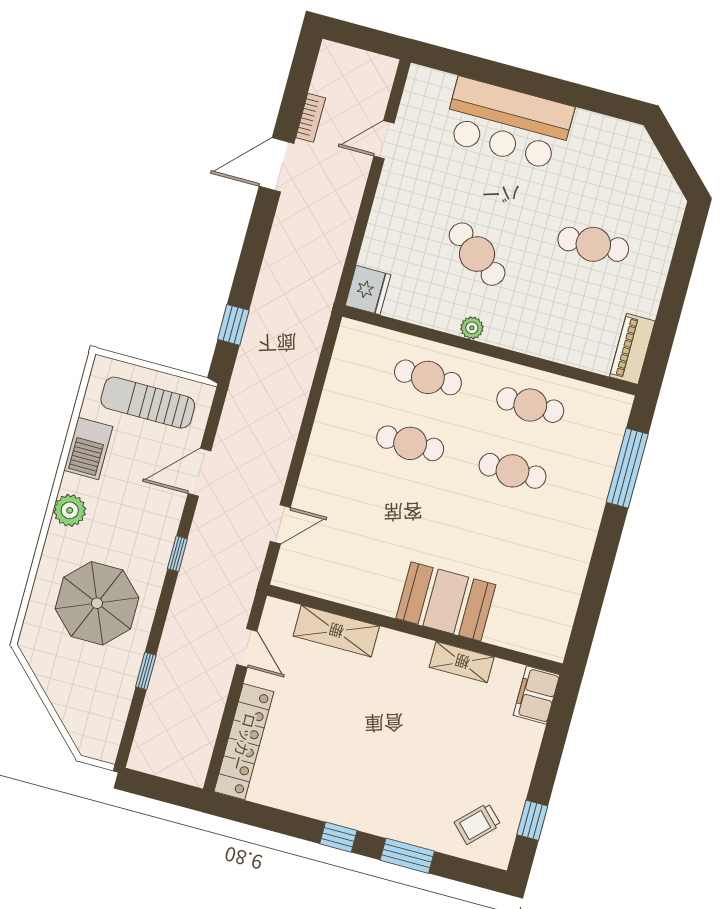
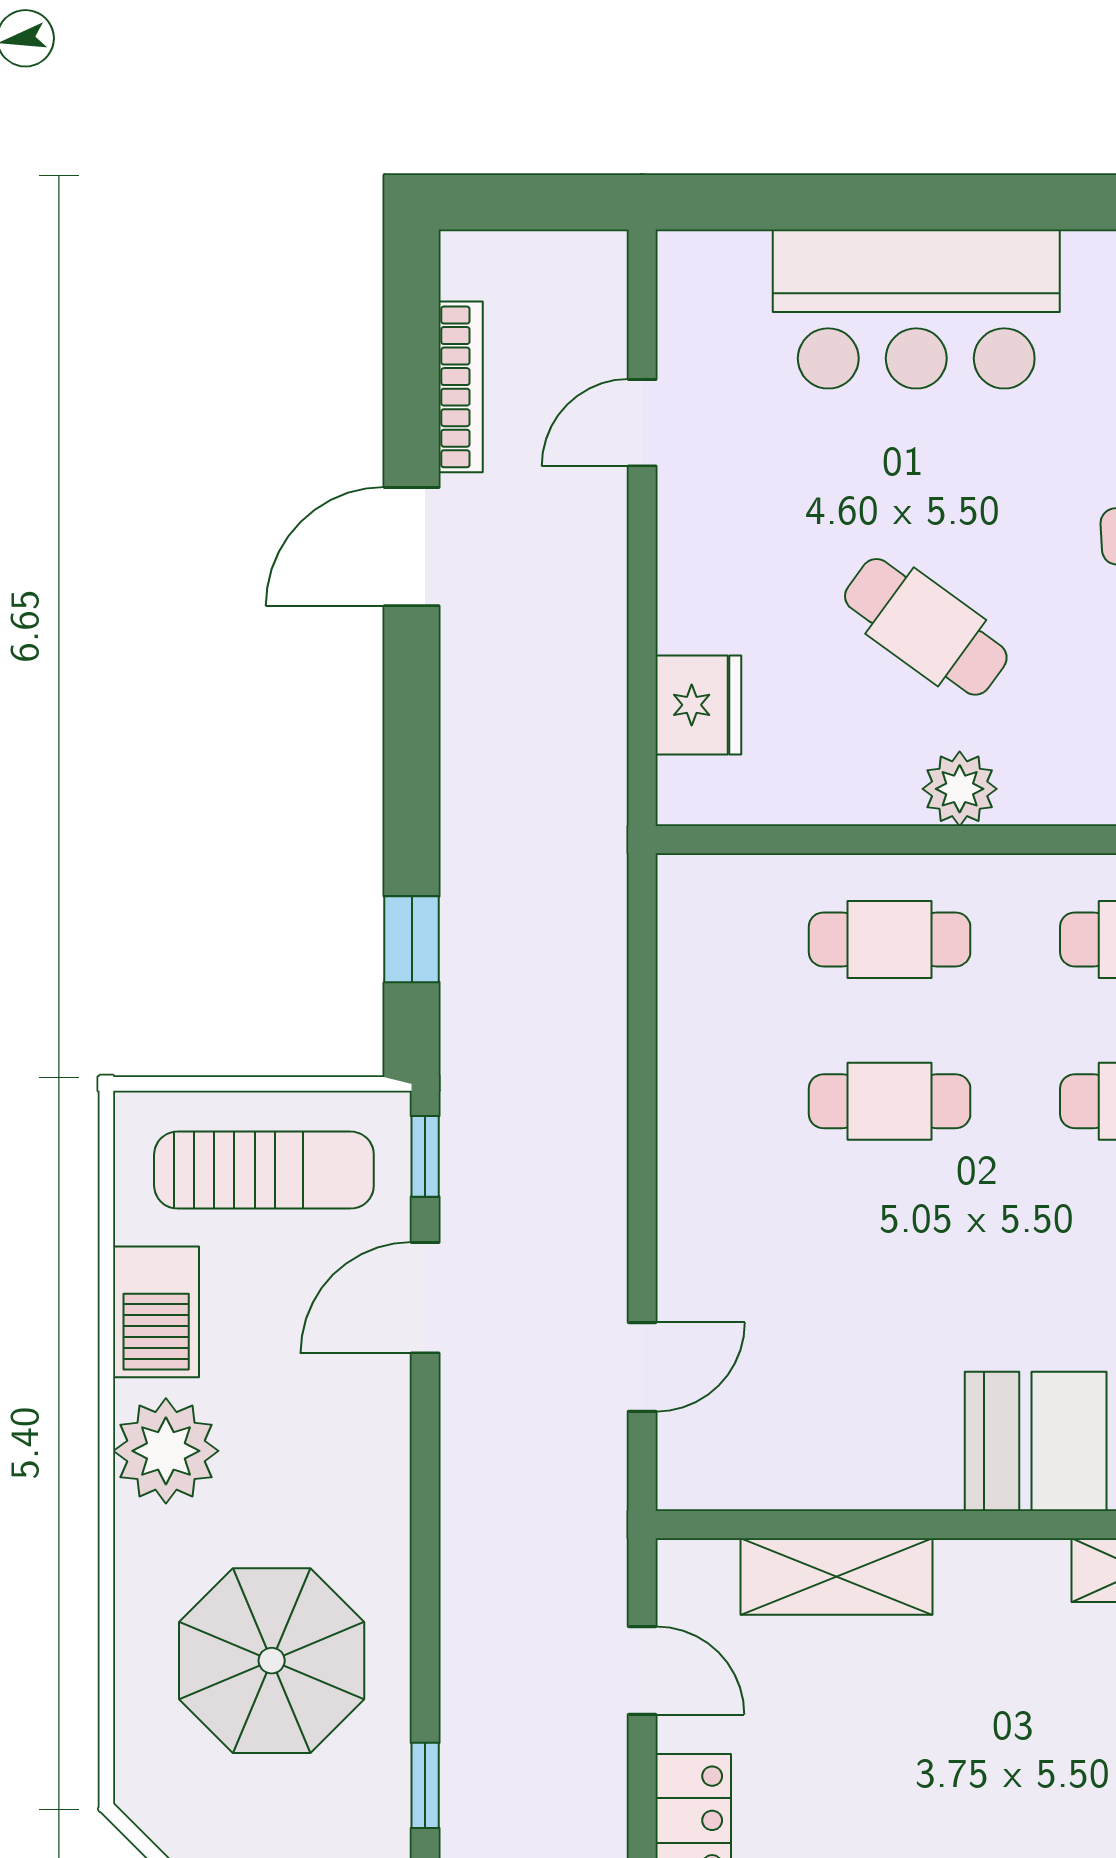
bookcase: (311, 118) -> (461, 387), width x1.56
fridge: (368, 290) -> (698, 705), moved
plant: (472, 328) -> (960, 789), width x1.38, depth x1.38
sun lounger: (148, 403) -> (264, 1170), turned 180
plant: (70, 510) -> (166, 1451), width x1.36, depth x1.36
window: (177, 554) -> (425, 1156), moved

